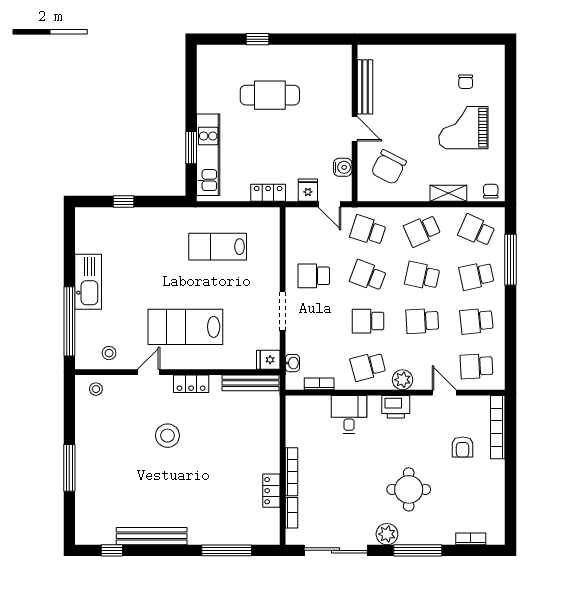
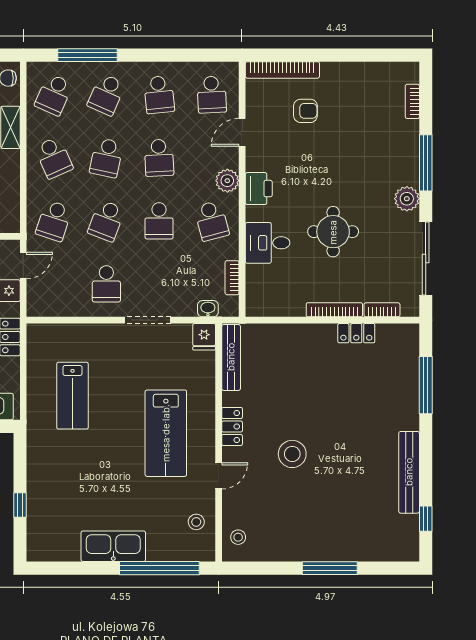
school desk: (477, 276) -> (106, 95), turned 36
door: (149, 372) -> (219, 476), swing flipped
round table: (409, 489) -> (333, 232), moved

